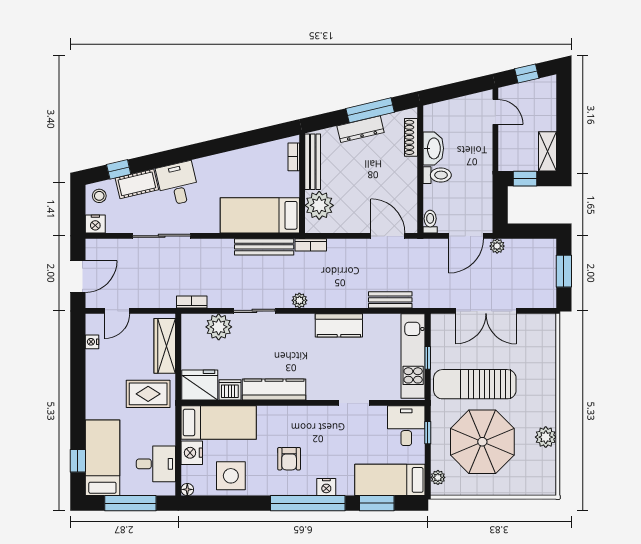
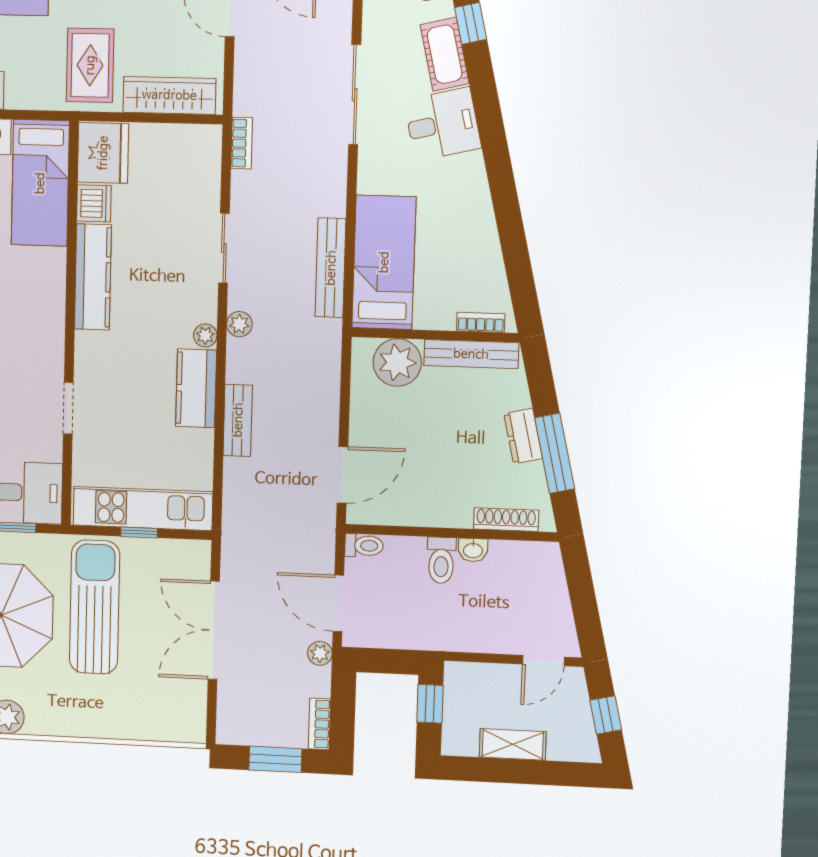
dresser: (360, 129) -> (523, 436), width x0.70
washbasin: (433, 148) -> (473, 550), width x0.52, depth x0.69
shelving: (547, 151) -> (513, 744), moved
bookcase: (311, 245) -> (319, 724), moved
bench: (390, 300) -> (238, 420), moved
plant: (219, 327) -> (205, 335), moved, width x0.53, depth x0.53

